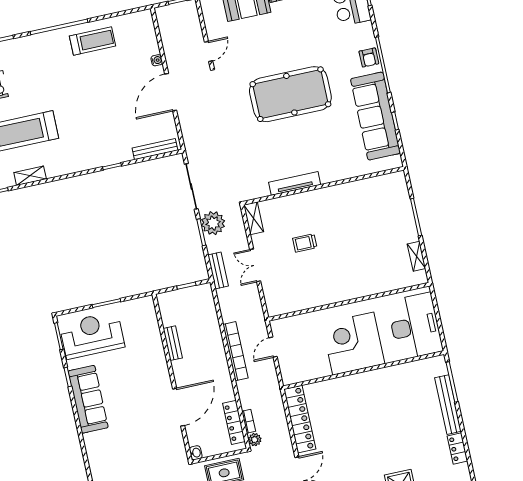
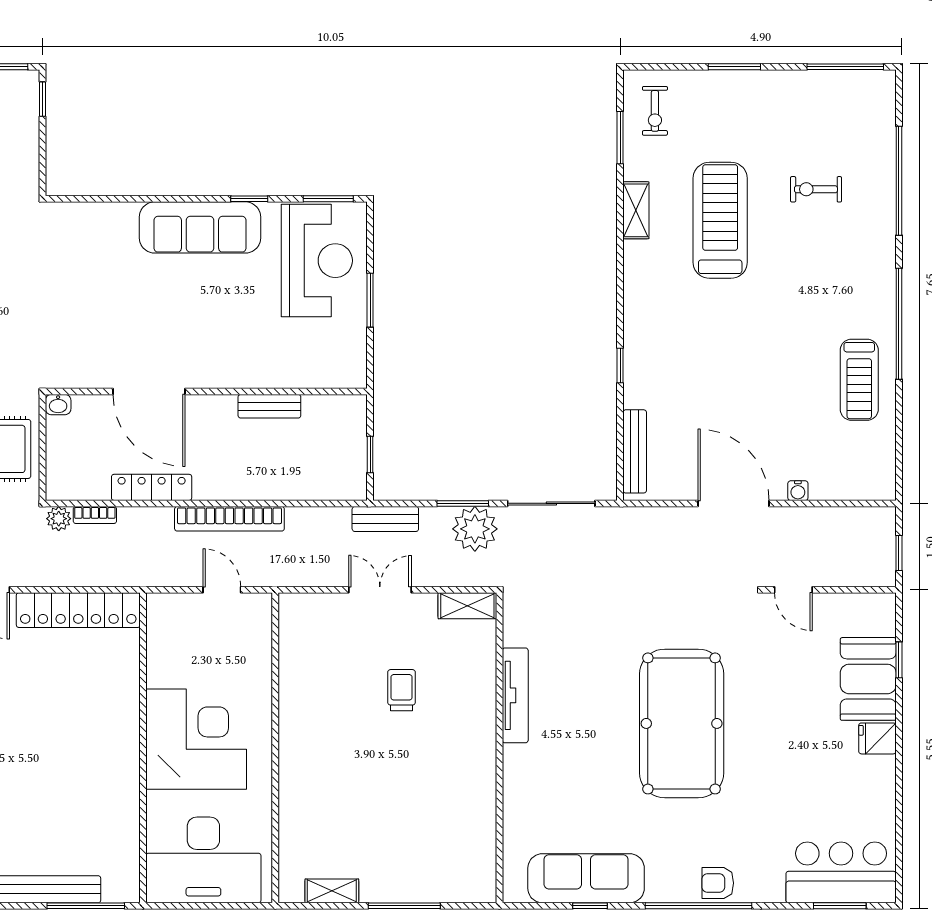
sofa: (375, 116) -> (586, 878), width x0.74, depth x0.79
locker: (234, 422) -> (152, 487), moved

